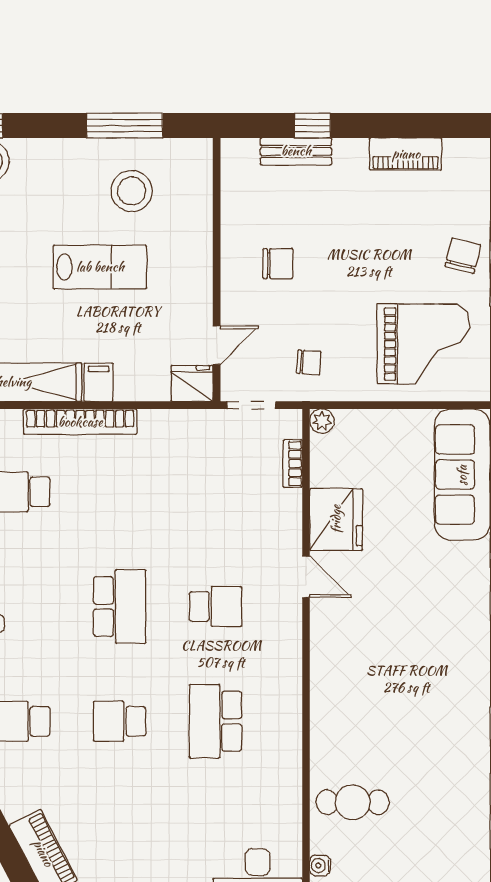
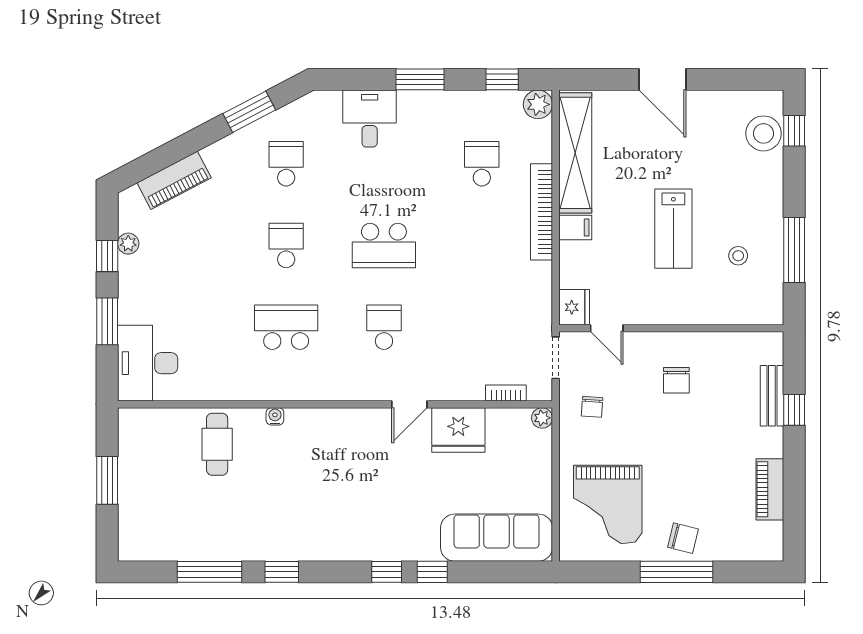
stool: (132, 191) -> (738, 256), width x0.53, depth x0.53
school desk: (216, 607) -> (384, 327), turned 180
water cooler: (320, 865) -> (275, 416), moved

